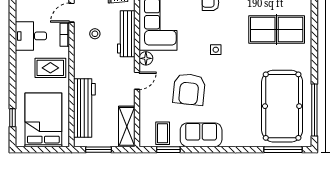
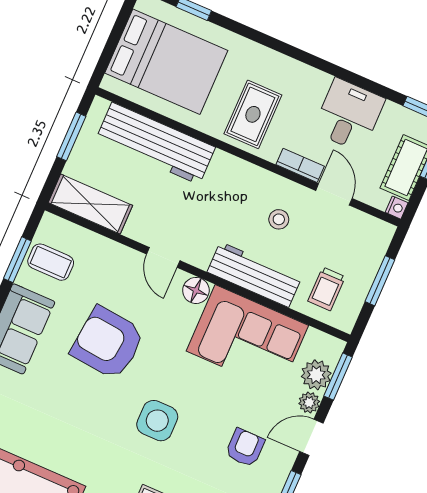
desk: (31, 36) -> (349, 115), moved
side table: (216, 50) -> (157, 421), width x1.87, depth x1.87

